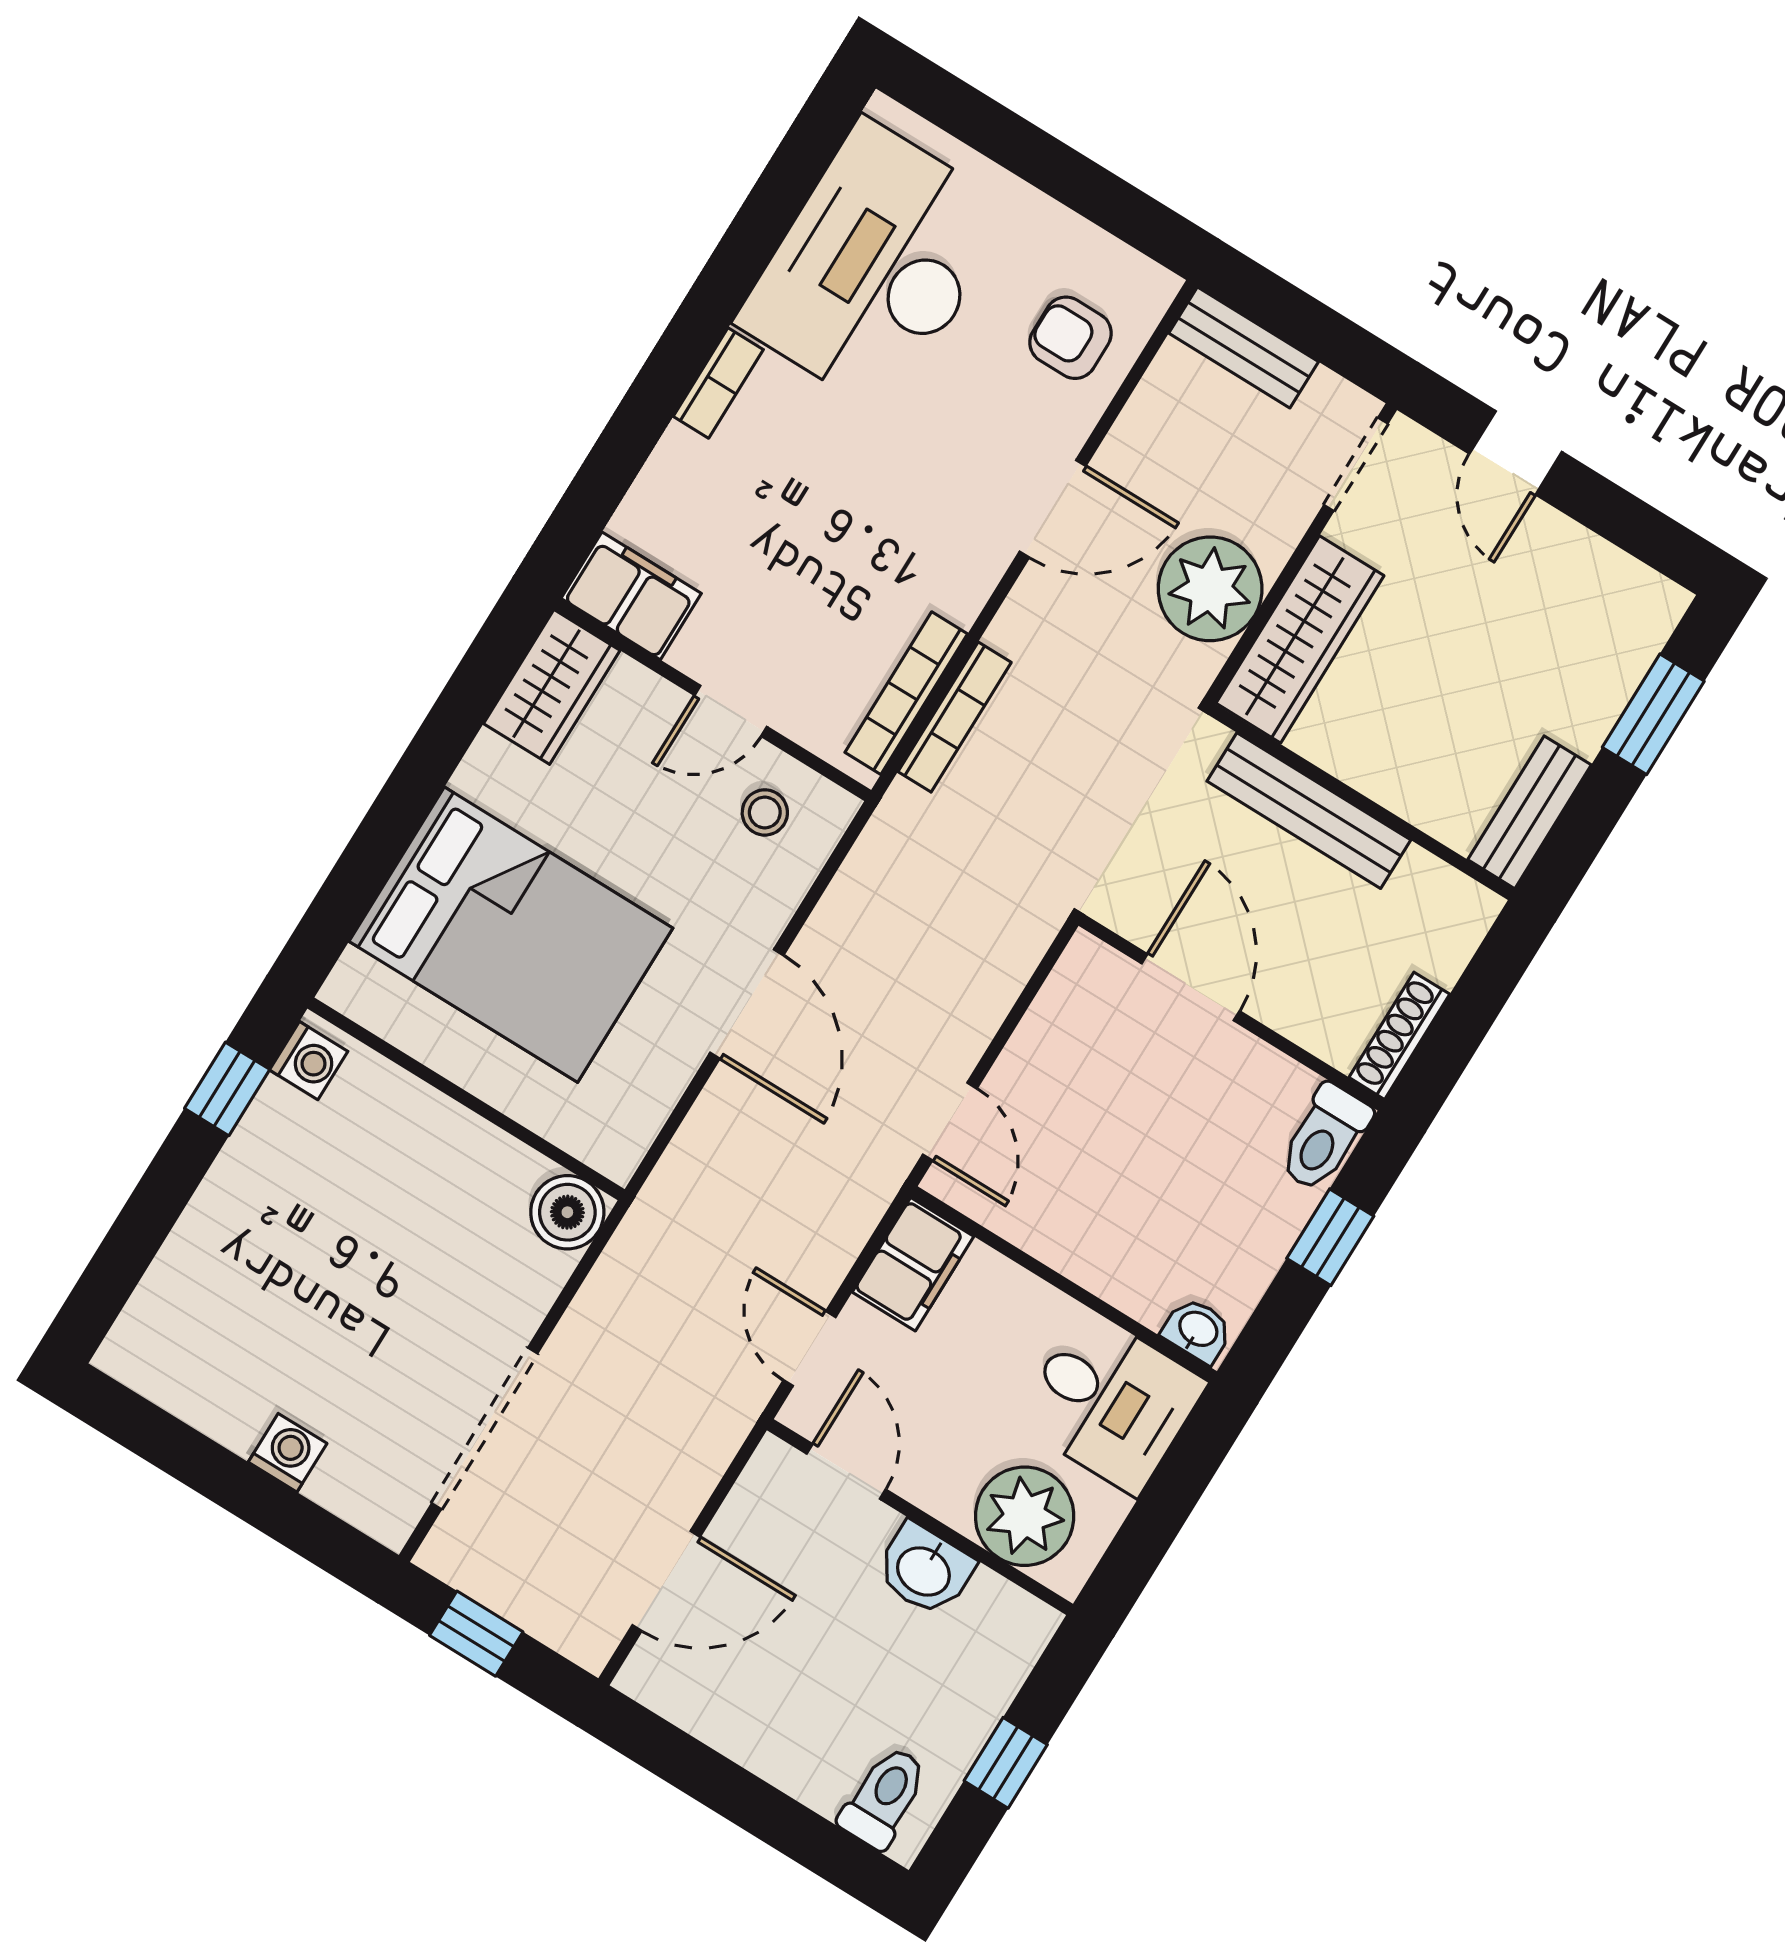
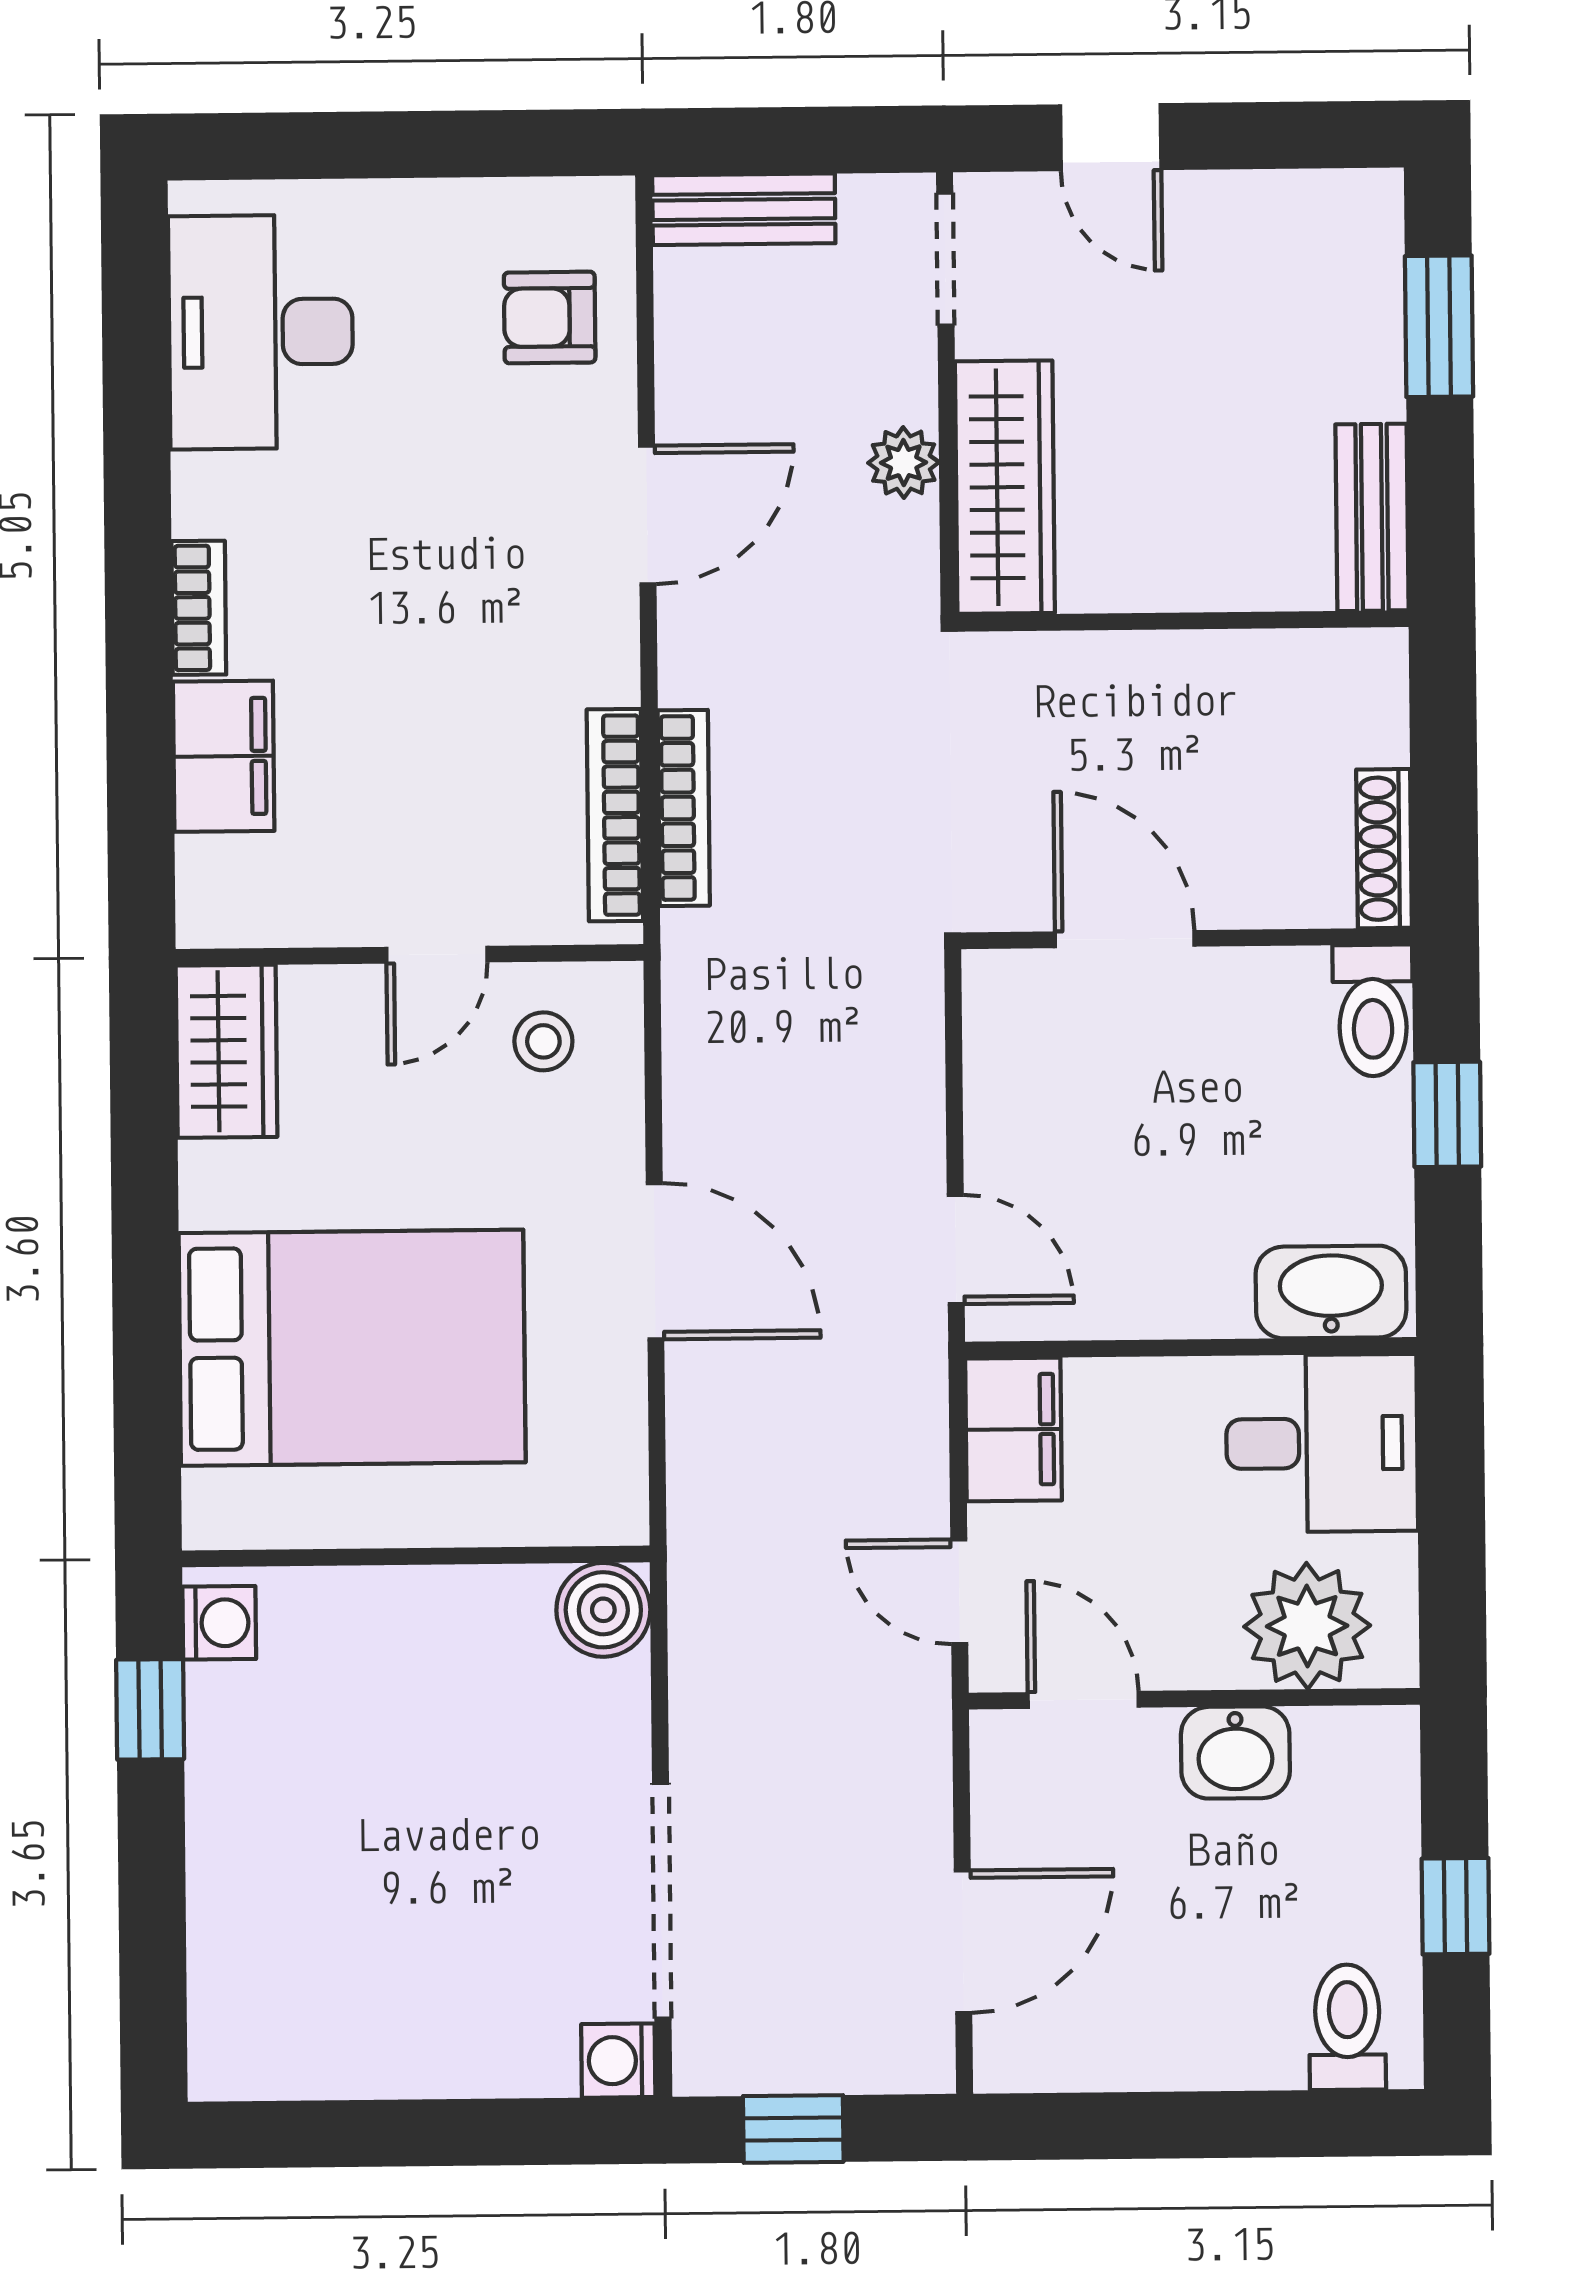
desk: (875, 266) -> (261, 332), width x0.73, depth x0.77
plant: (1210, 589) -> (904, 463), width x0.53, depth x0.53
filing cabinet: (631, 596) -> (224, 756), moved, turned 90
bench: (1309, 811) -> (1132, 667), removed
washbasin: (1198, 1330) -> (1331, 1292), width x1.91, depth x1.45
washing machine: (288, 1453) -> (618, 2061), moved, turned -90

